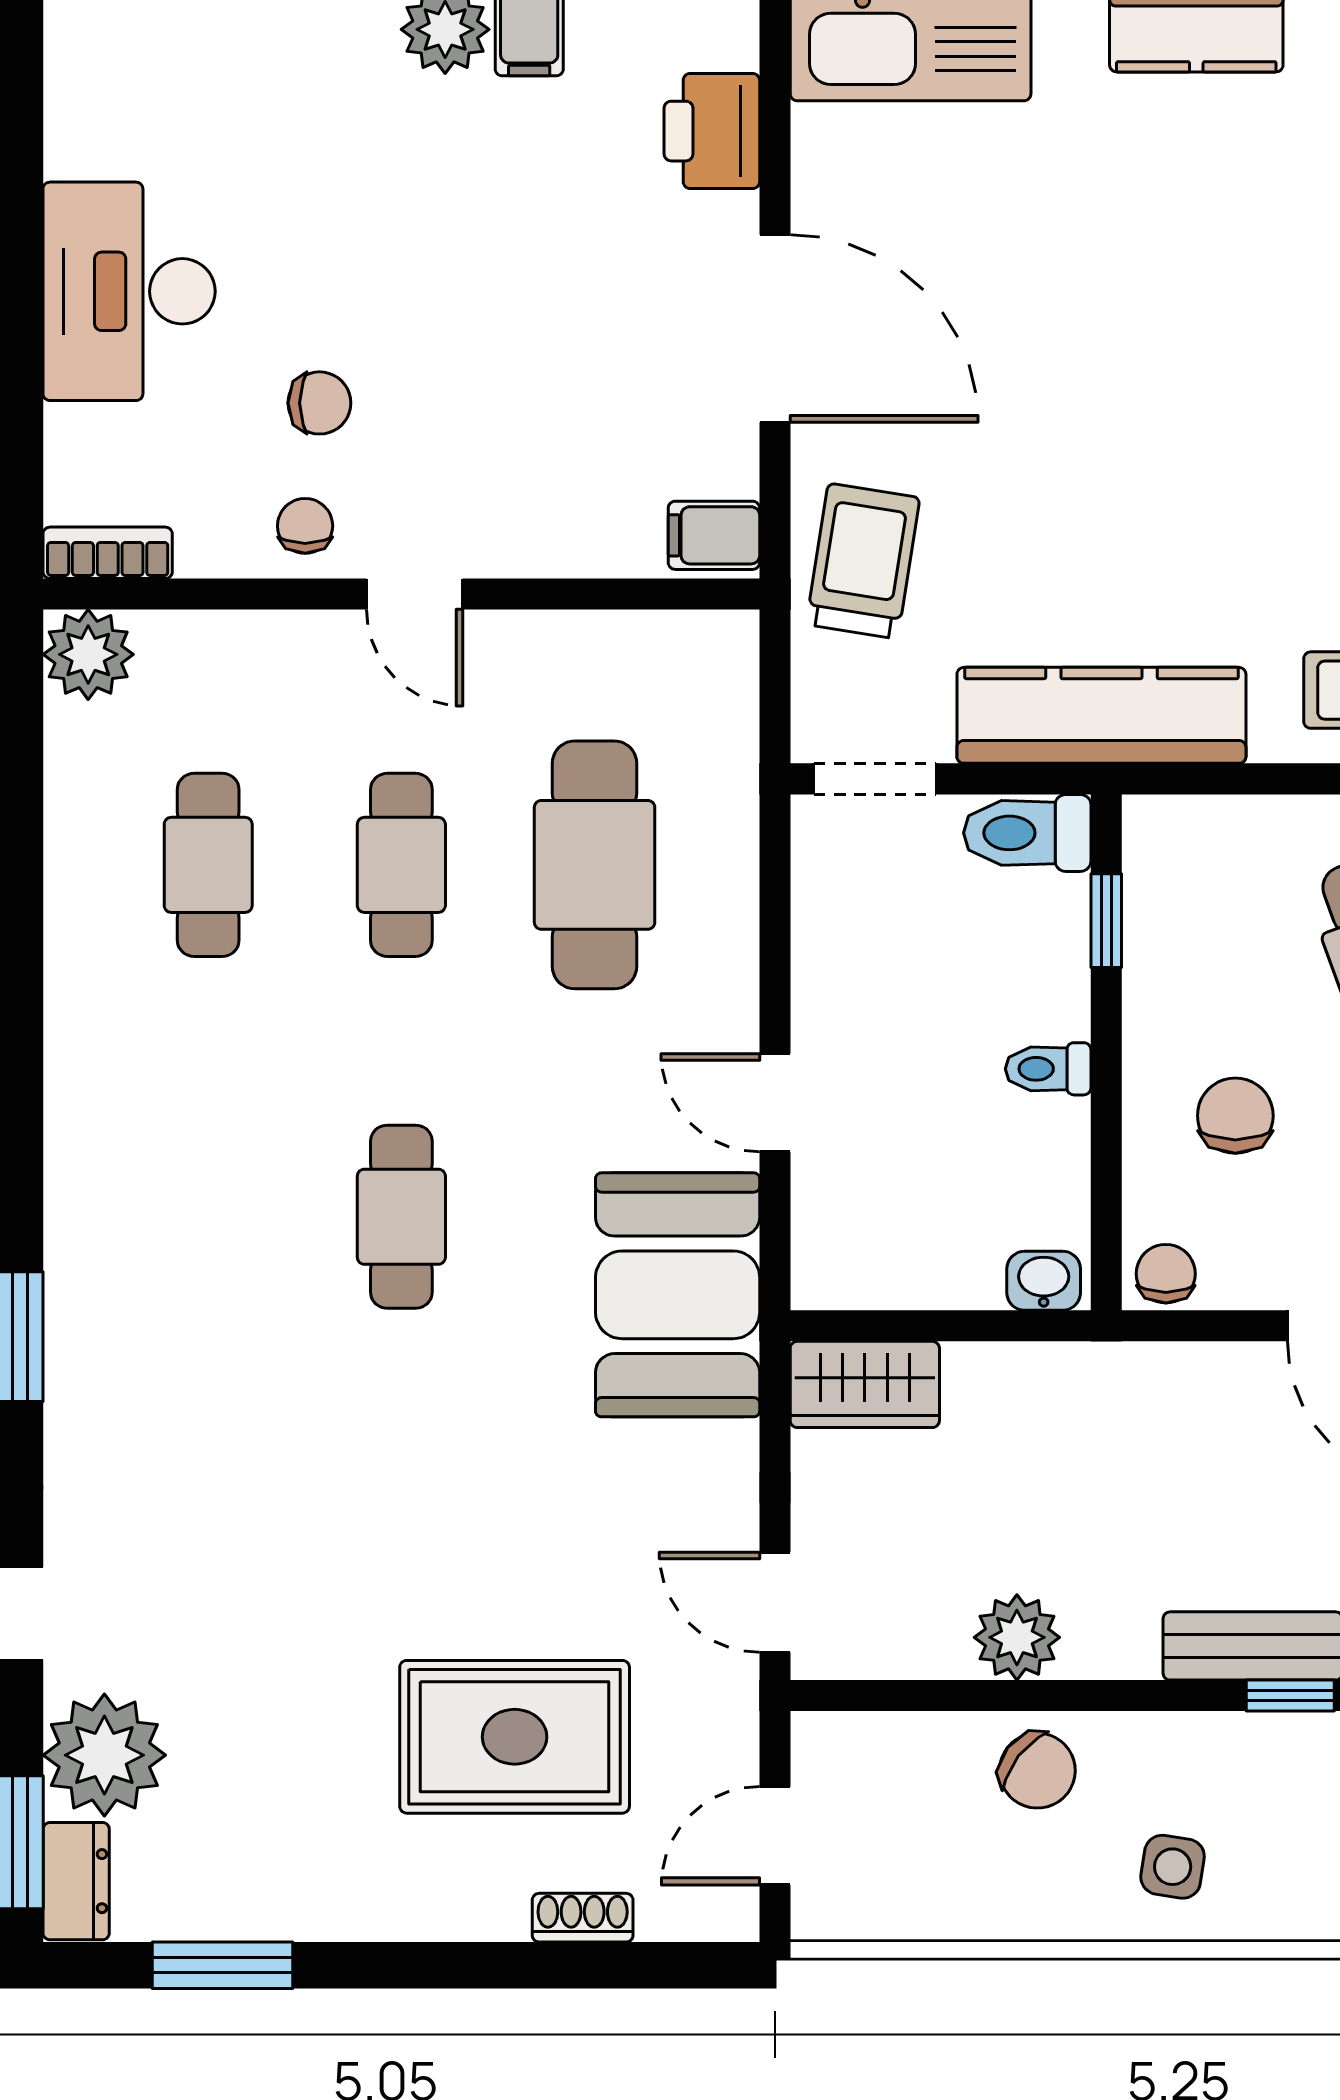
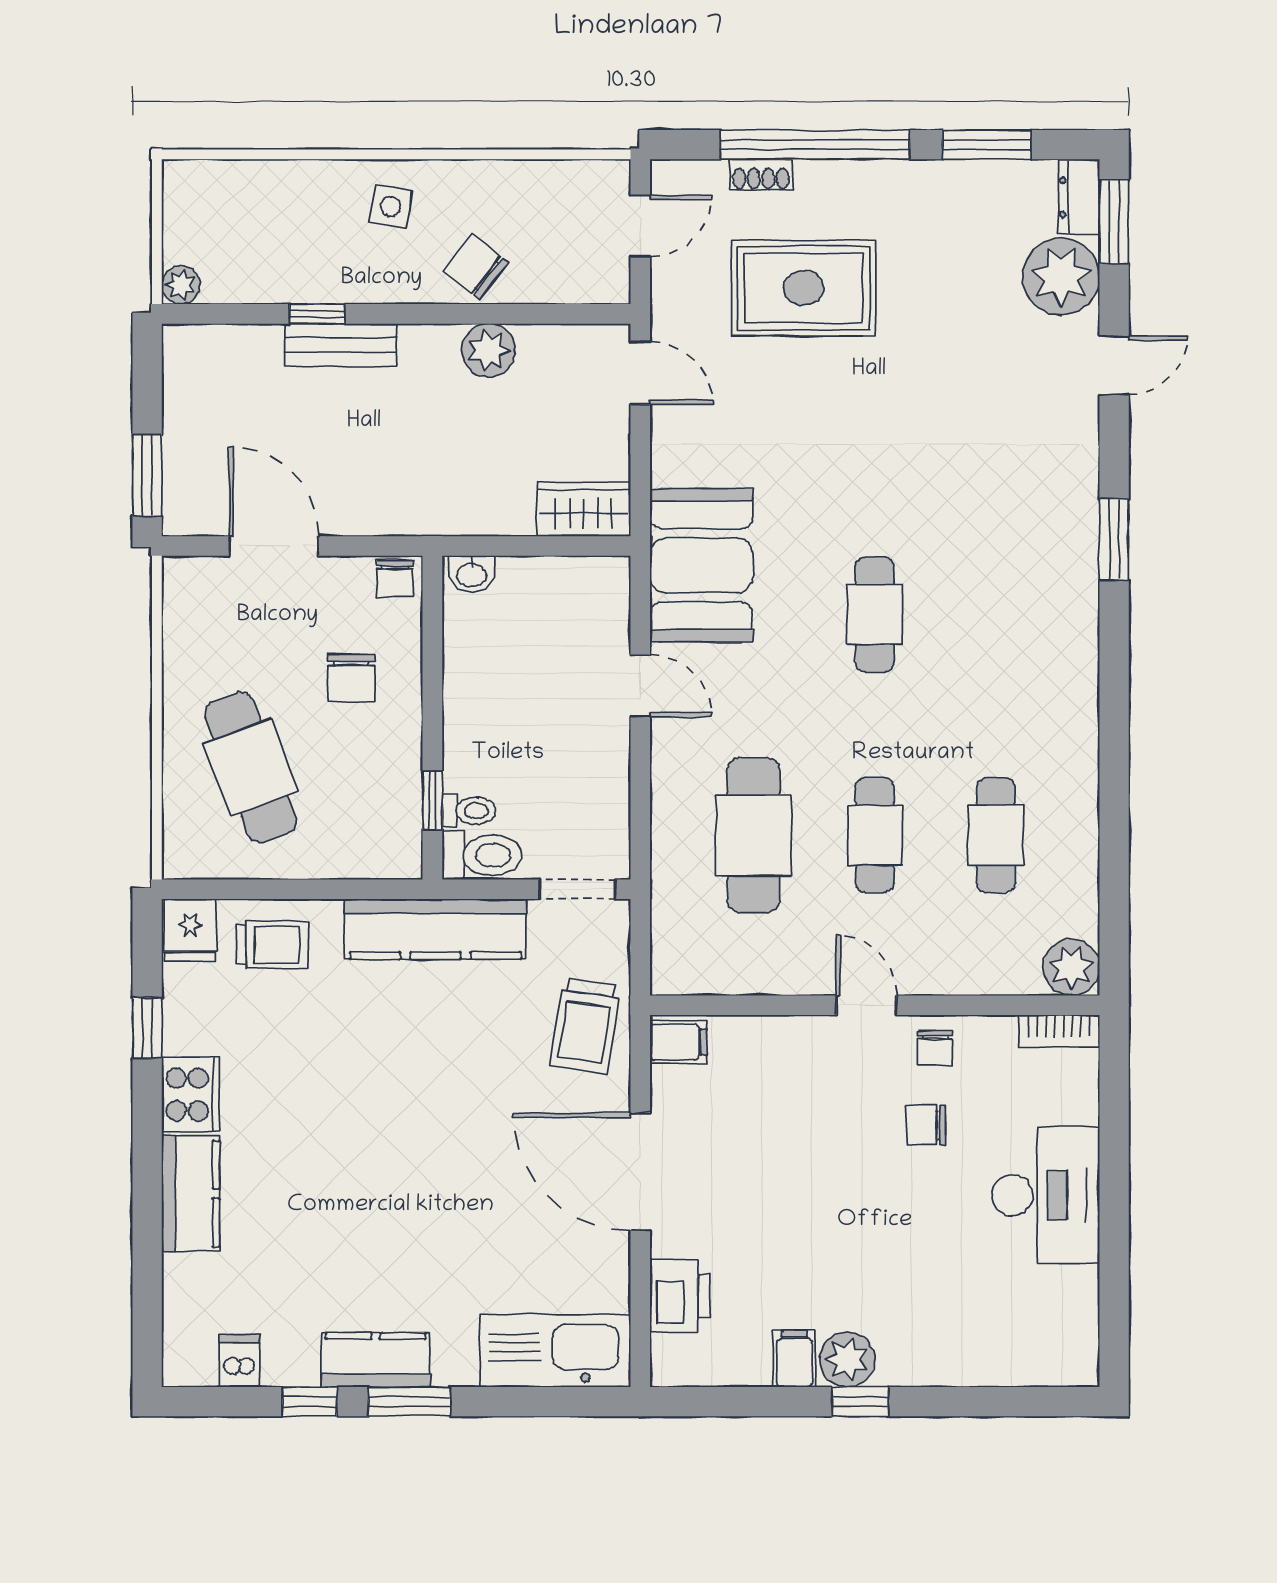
toilet: (1048, 1069) -> (469, 811), moved
window: (497, 1965) -> (815, 145), added

